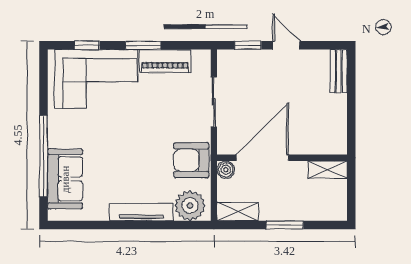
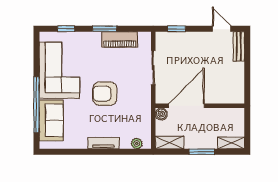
door: (286, 45) -> (222, 29), moved
corner sofa: (96, 79) -> (59, 70), moved, turned -90
armchair: (191, 160) -> (105, 94), moved
shelving: (328, 170) -> (231, 143), moved
plant: (190, 206) -> (137, 143), width x0.53, depth x0.53
tv unit: (141, 212) -> (103, 143), width x0.71

